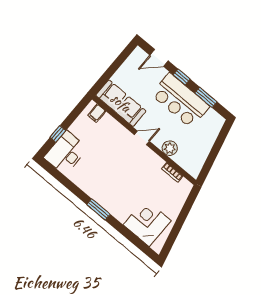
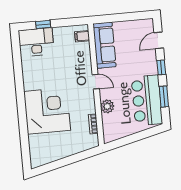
door: (159, 58) -> (159, 40), hinge flipped
bar counter: (180, 100) -> (147, 100), moved
window: (98, 209) -> (21, 100), removed
corner desk: (147, 223) -> (47, 111), moved, width x1.36, depth x1.36

